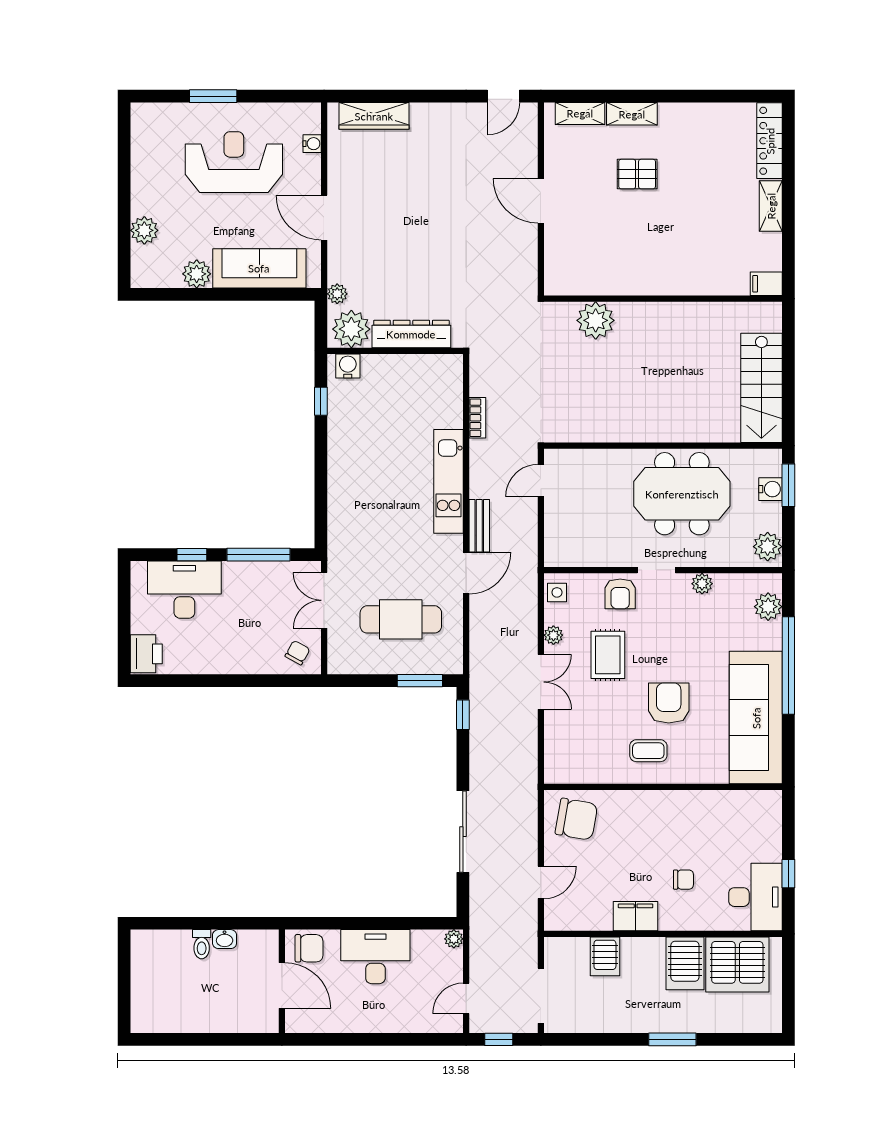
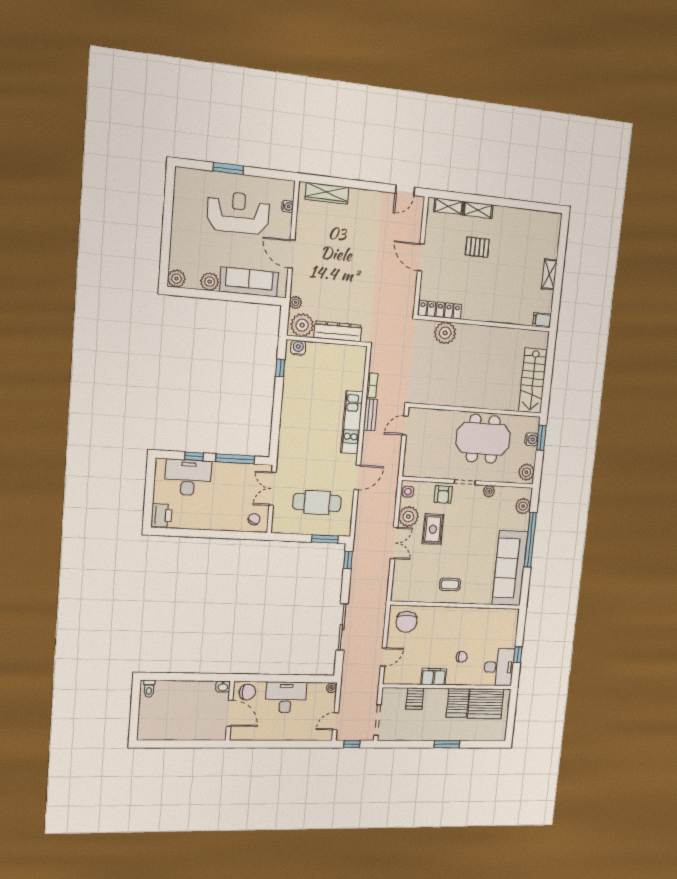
locker: (770, 141) -> (440, 310), moved, turned 90
plant: (144, 230) -> (176, 279), moved
bench: (479, 526) -> (370, 415), moved
plant: (553, 635) -> (408, 517), width x1.87, depth x1.87
armchair: (669, 703) -> (464, 558), removed
chair: (576, 819) -> (406, 622), turned 80
washbasin: (225, 939) -> (223, 687), moved
toilet: (202, 944) -> (149, 689), moved

